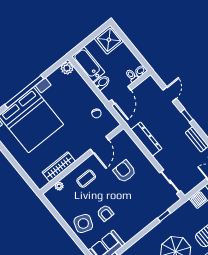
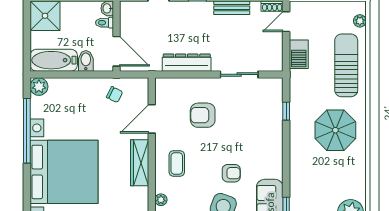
window: (24, 92) -> (27, 131), moved
door: (100, 145) -> (152, 119), swing flipped
wardrobe: (59, 167) -> (140, 163), moved
sliding door: (170, 182) -> (239, 74), moved

